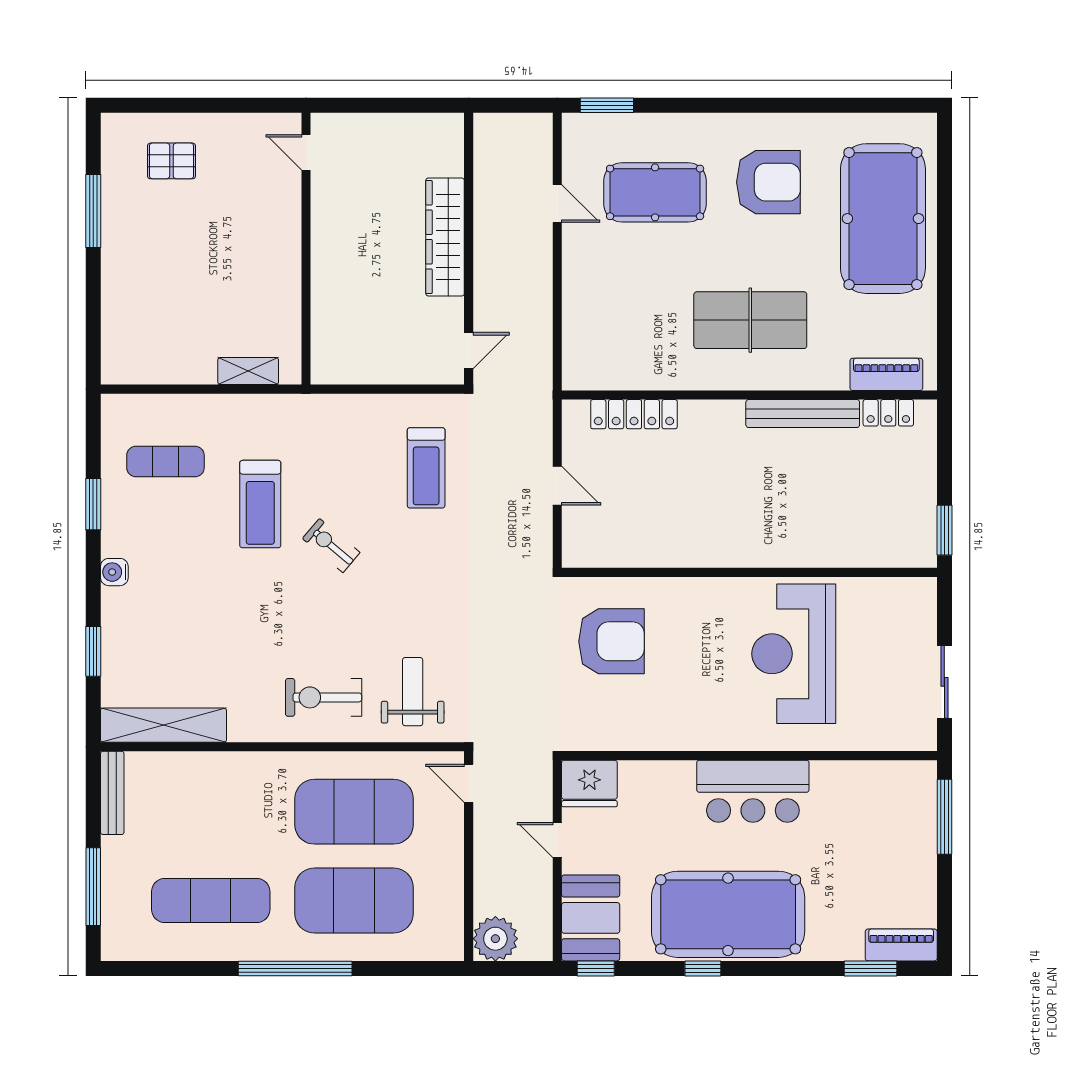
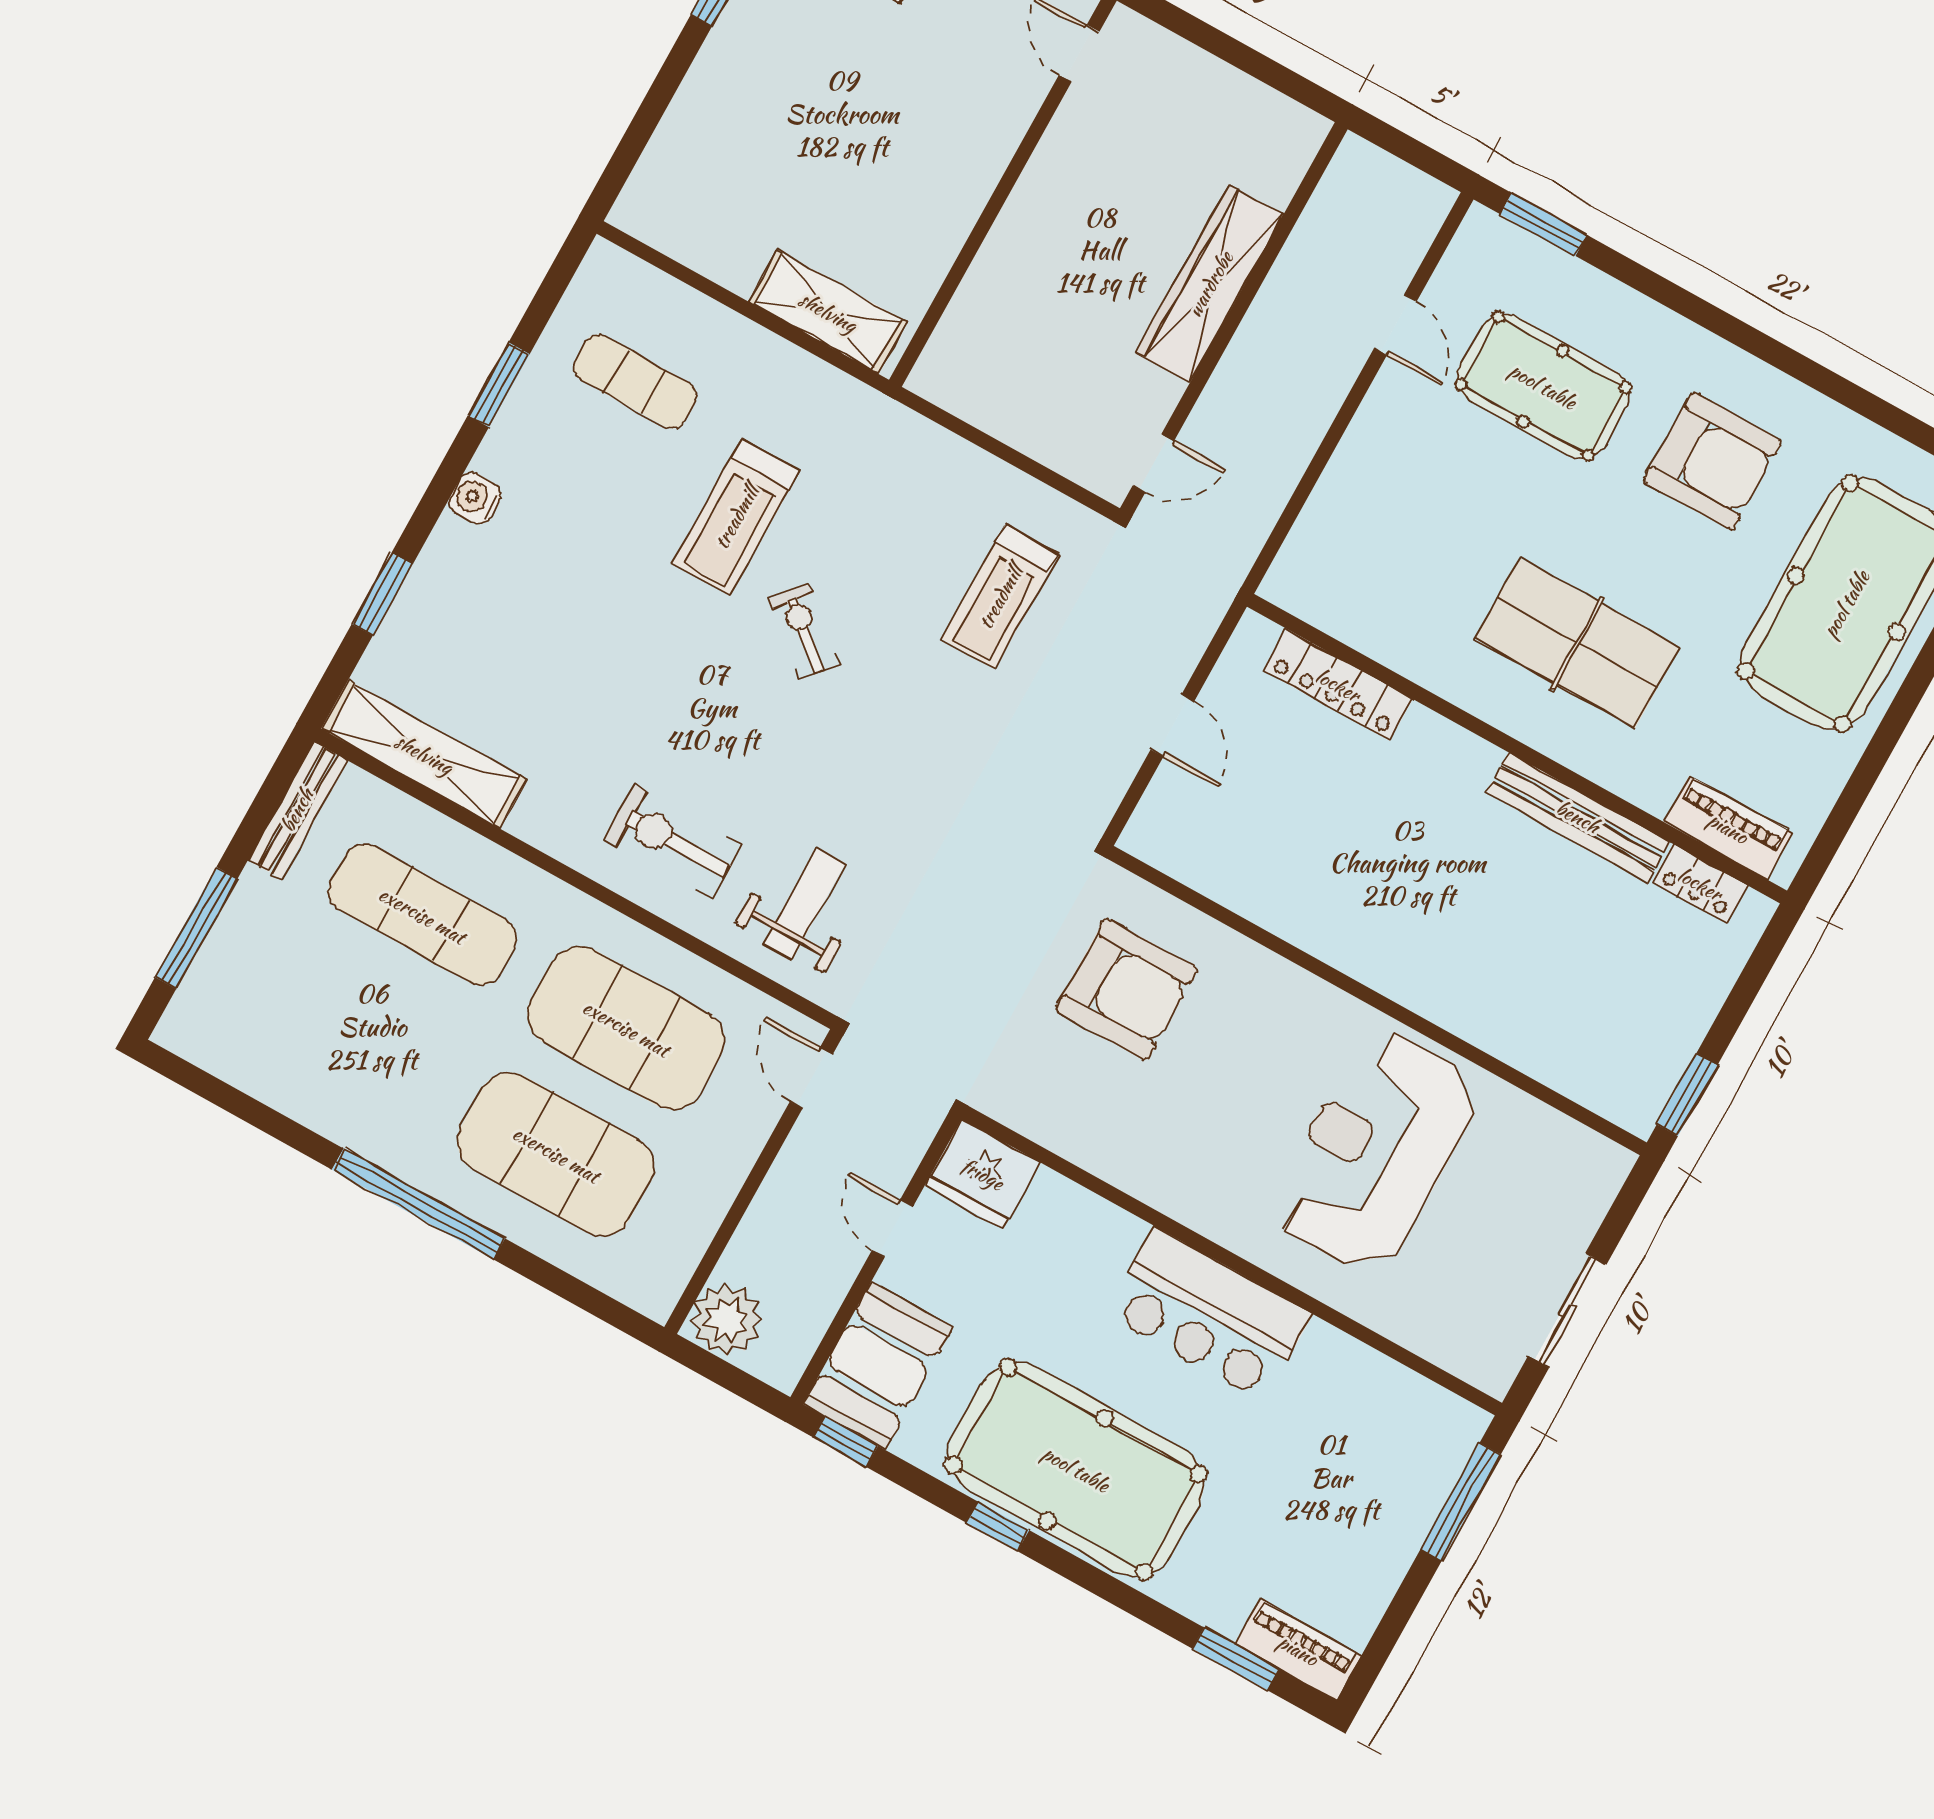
shelving: (248, 371) -> (828, 312), width x1.50, depth x1.33
exercise mat: (211, 900) -> (422, 915), moved

